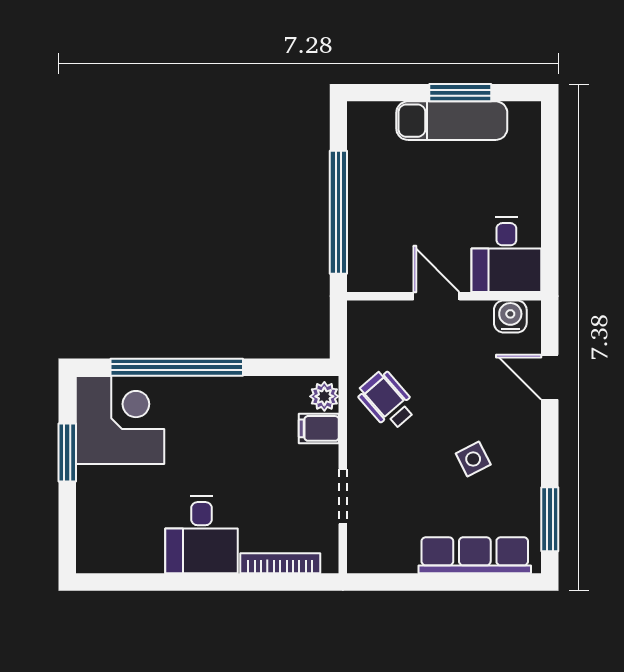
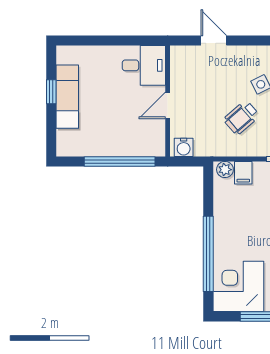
window: (460, 93) -> (51, 92), width x0.67
water cooler: (510, 316) -> (184, 147), moved, turned -90
door: (550, 377) -> (214, 41), swing flipped
wheelchair: (387, 400) -> (241, 118), moved

